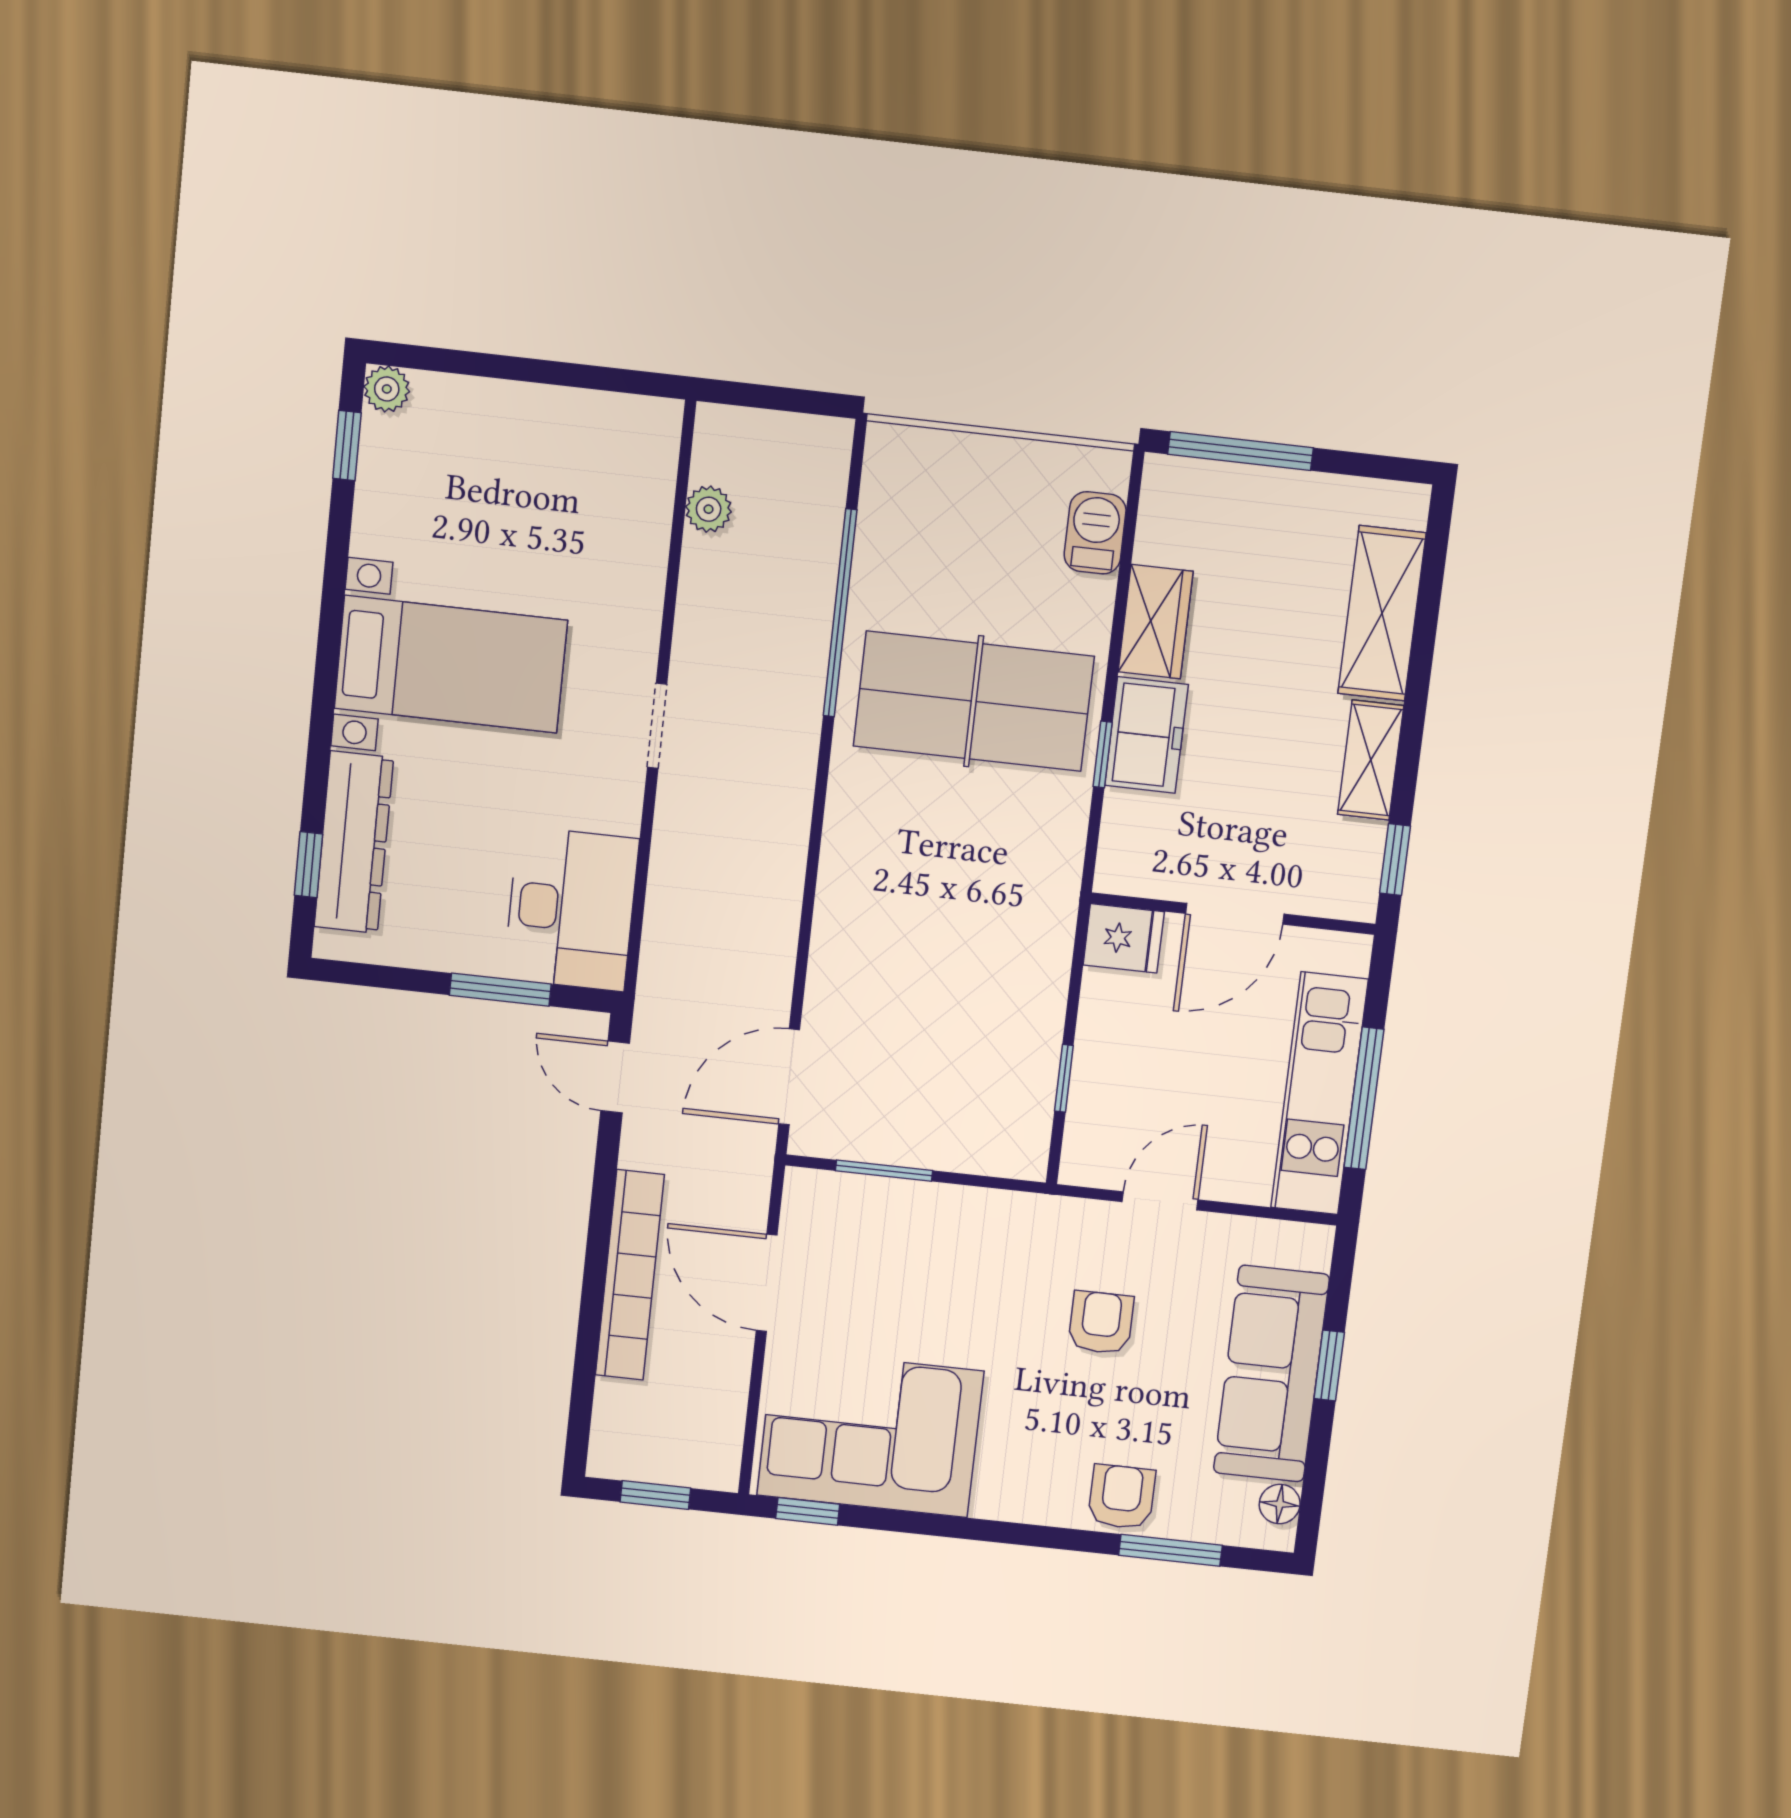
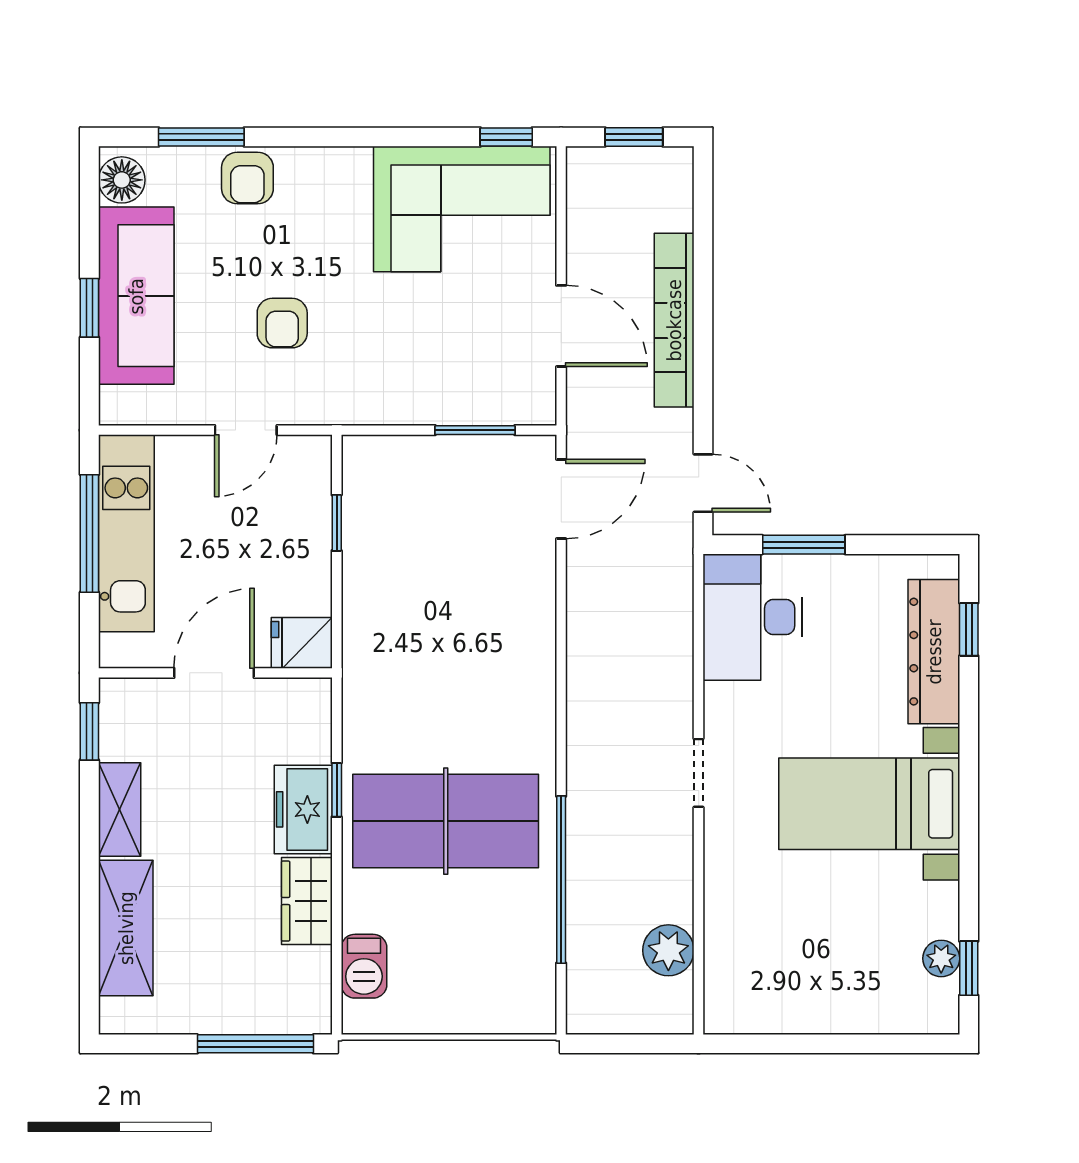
plant: (387, 389) -> (941, 958), moved
plant: (709, 509) -> (668, 950), width x1.38, depth x1.38
floor lamp: (1280, 1504) -> (122, 180), width x1.37, depth x1.37

